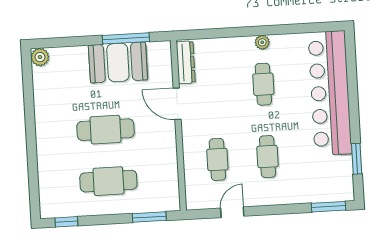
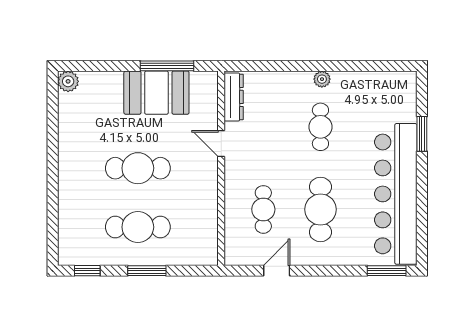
bar counter: (330, 93) -> (396, 194), moved
door: (177, 104) -> (221, 144), width x0.73
cafe table: (268, 157) -> (320, 209), width x1.37, depth x1.35
window: (357, 159) -> (422, 134), moved
window: (149, 217) -> (147, 271), moved

